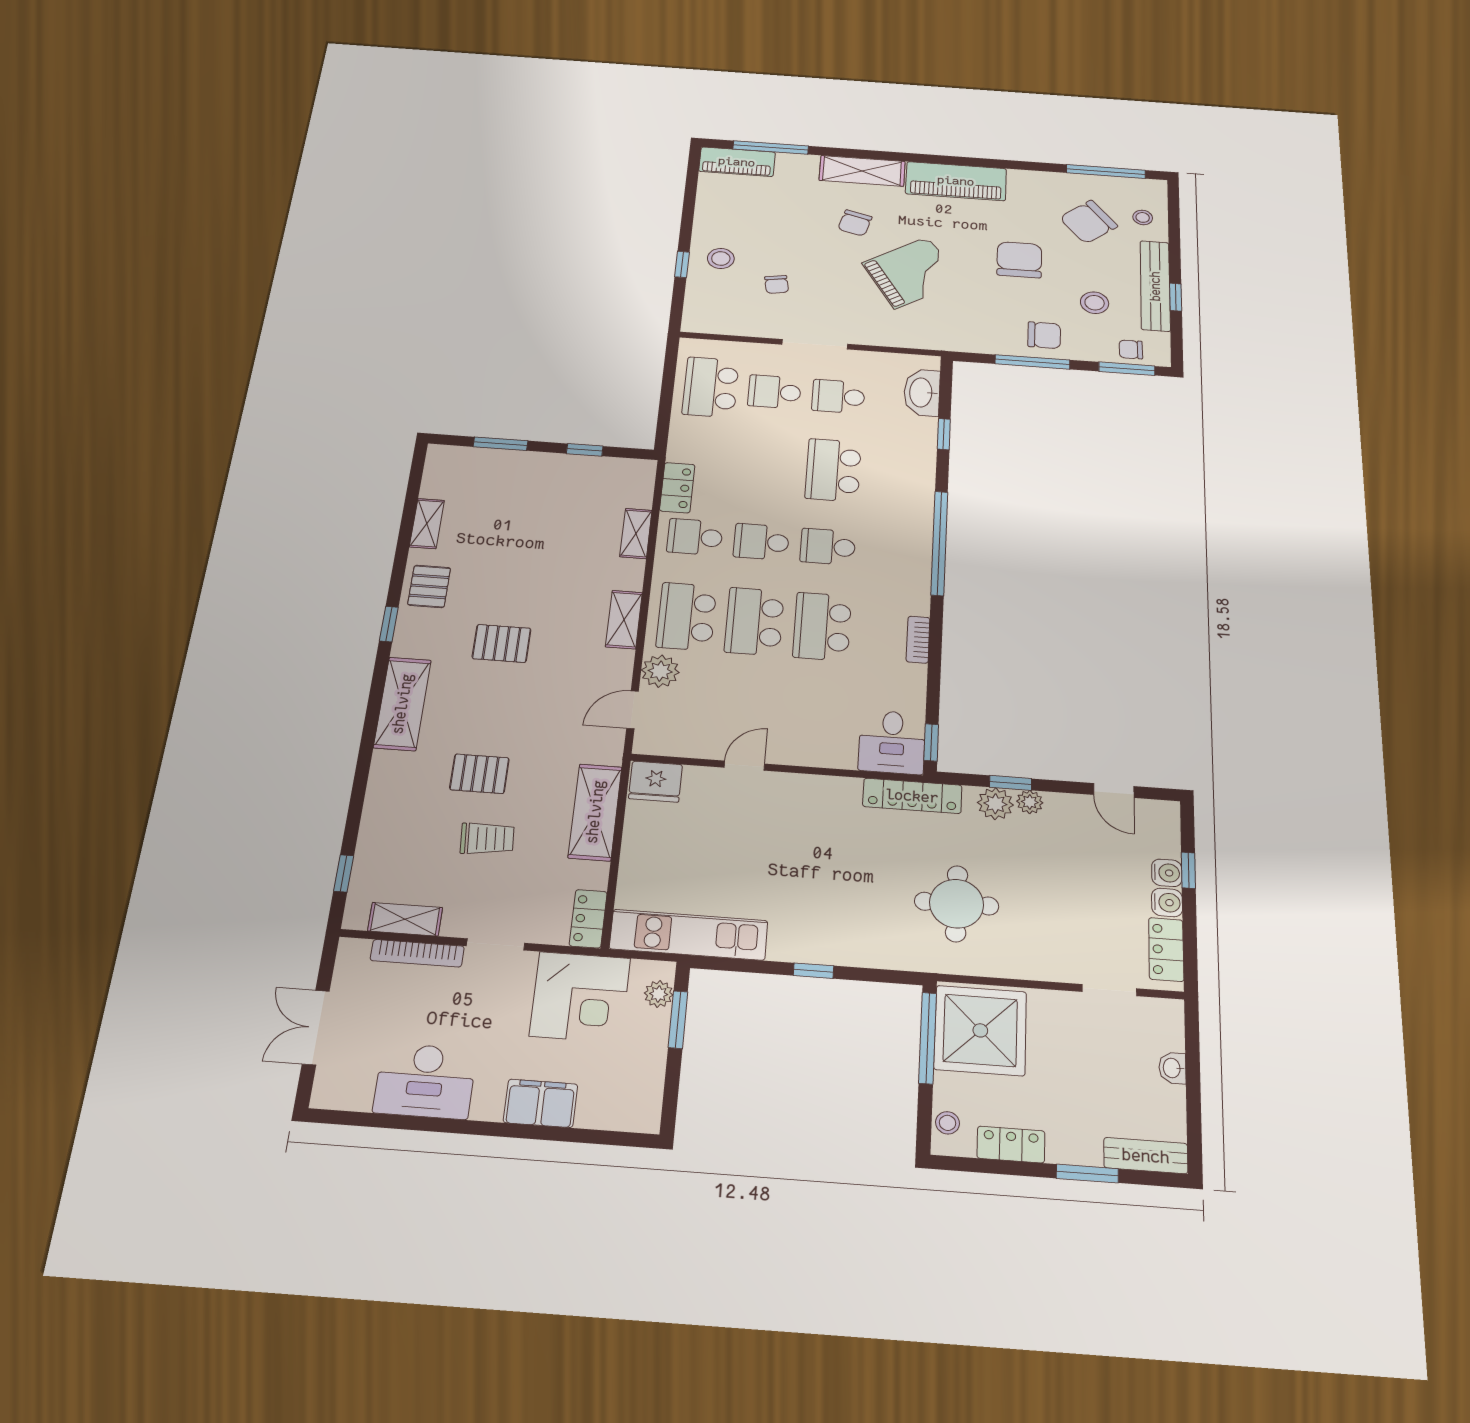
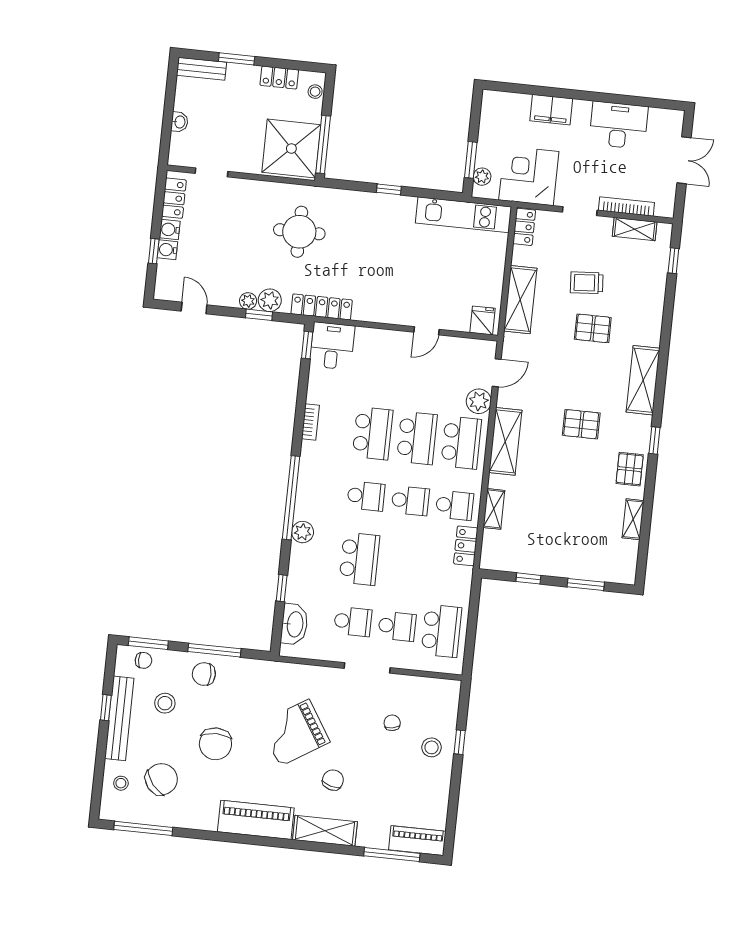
plant: (919, 501) -> (303, 532), added
shelving: (624, 620) -> (505, 441), width x1.50, depth x1.33
fridge: (656, 782) -> (483, 320), width x0.72

